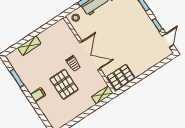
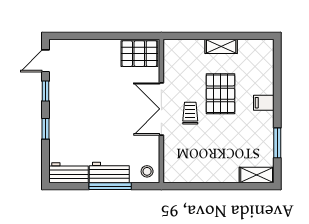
shelving: (29, 46) -> (257, 175), moved
shelving: (102, 95) -> (221, 46), moved

